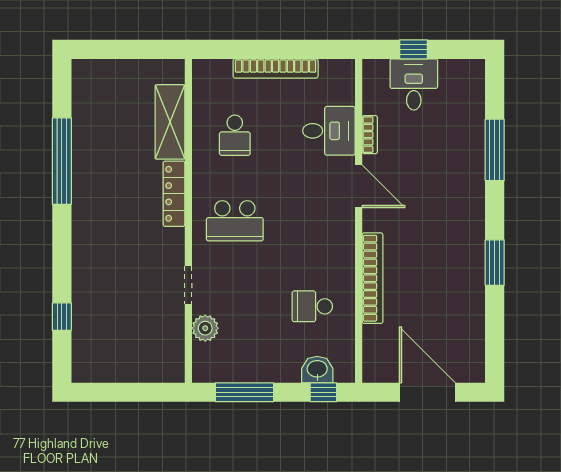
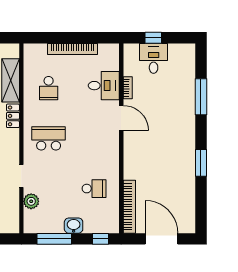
locker: (174, 194) -> (13, 116), width x0.66
school desk: (235, 221) -> (49, 138), turned 180
bookcase: (373, 278) -> (129, 207), moved
school desk: (312, 306) -> (94, 189), turned 180
washbasin: (317, 370) -> (74, 226), moved

